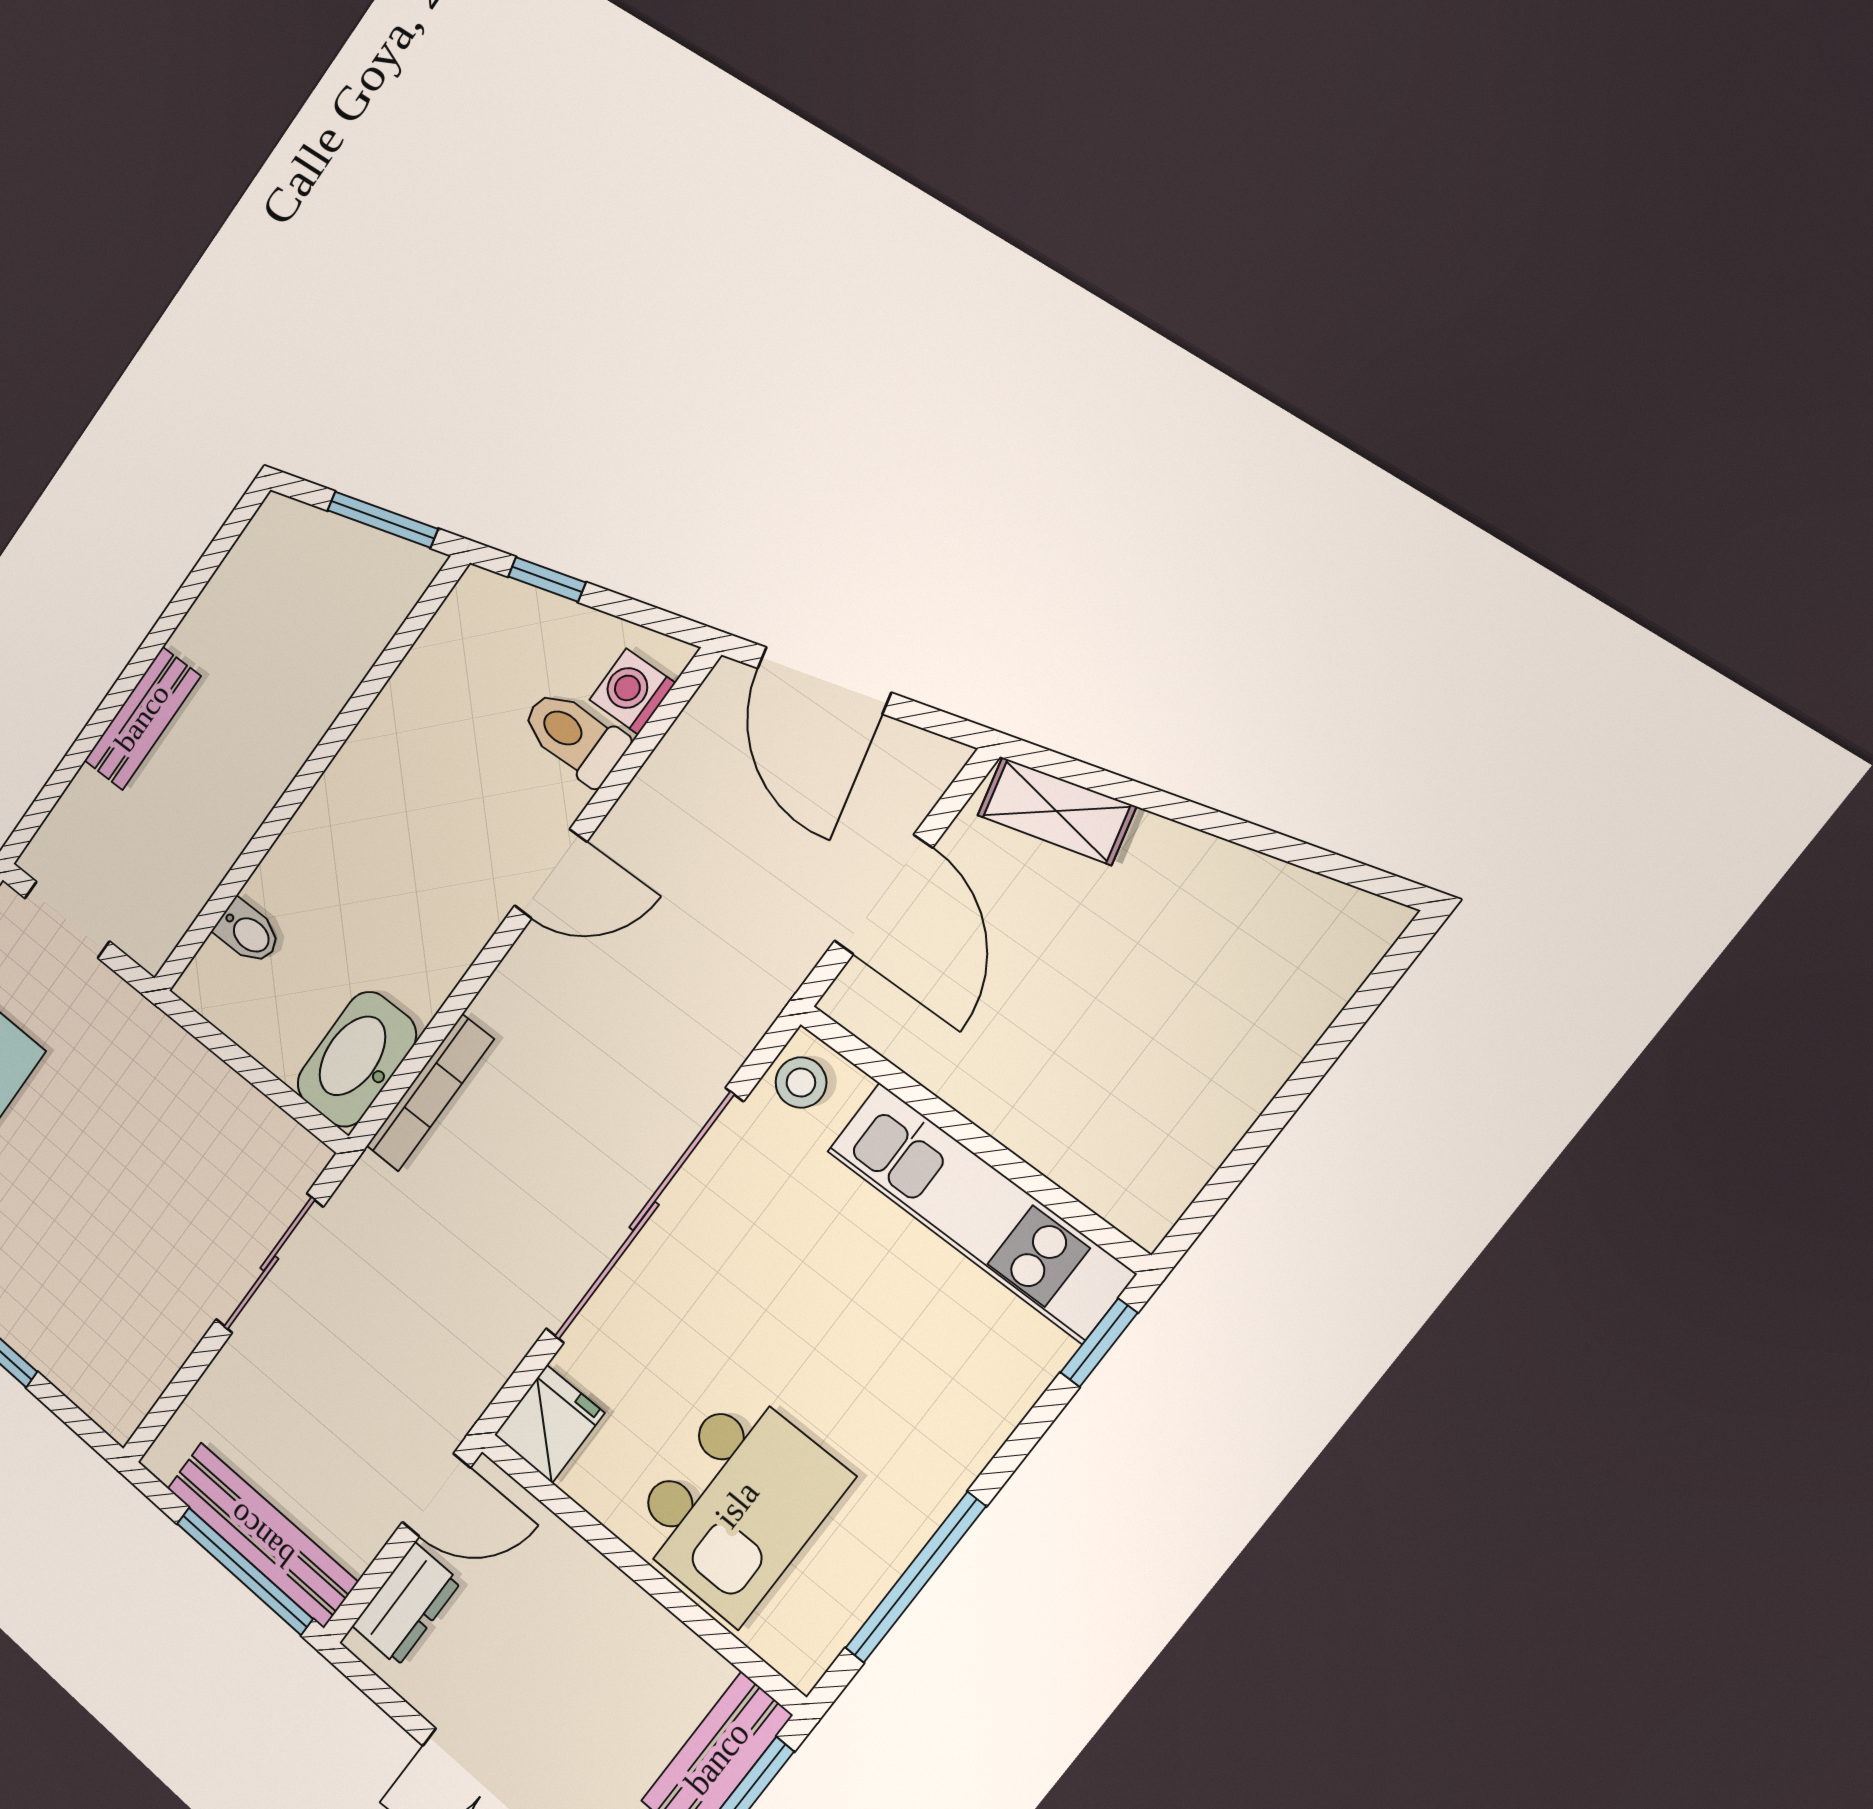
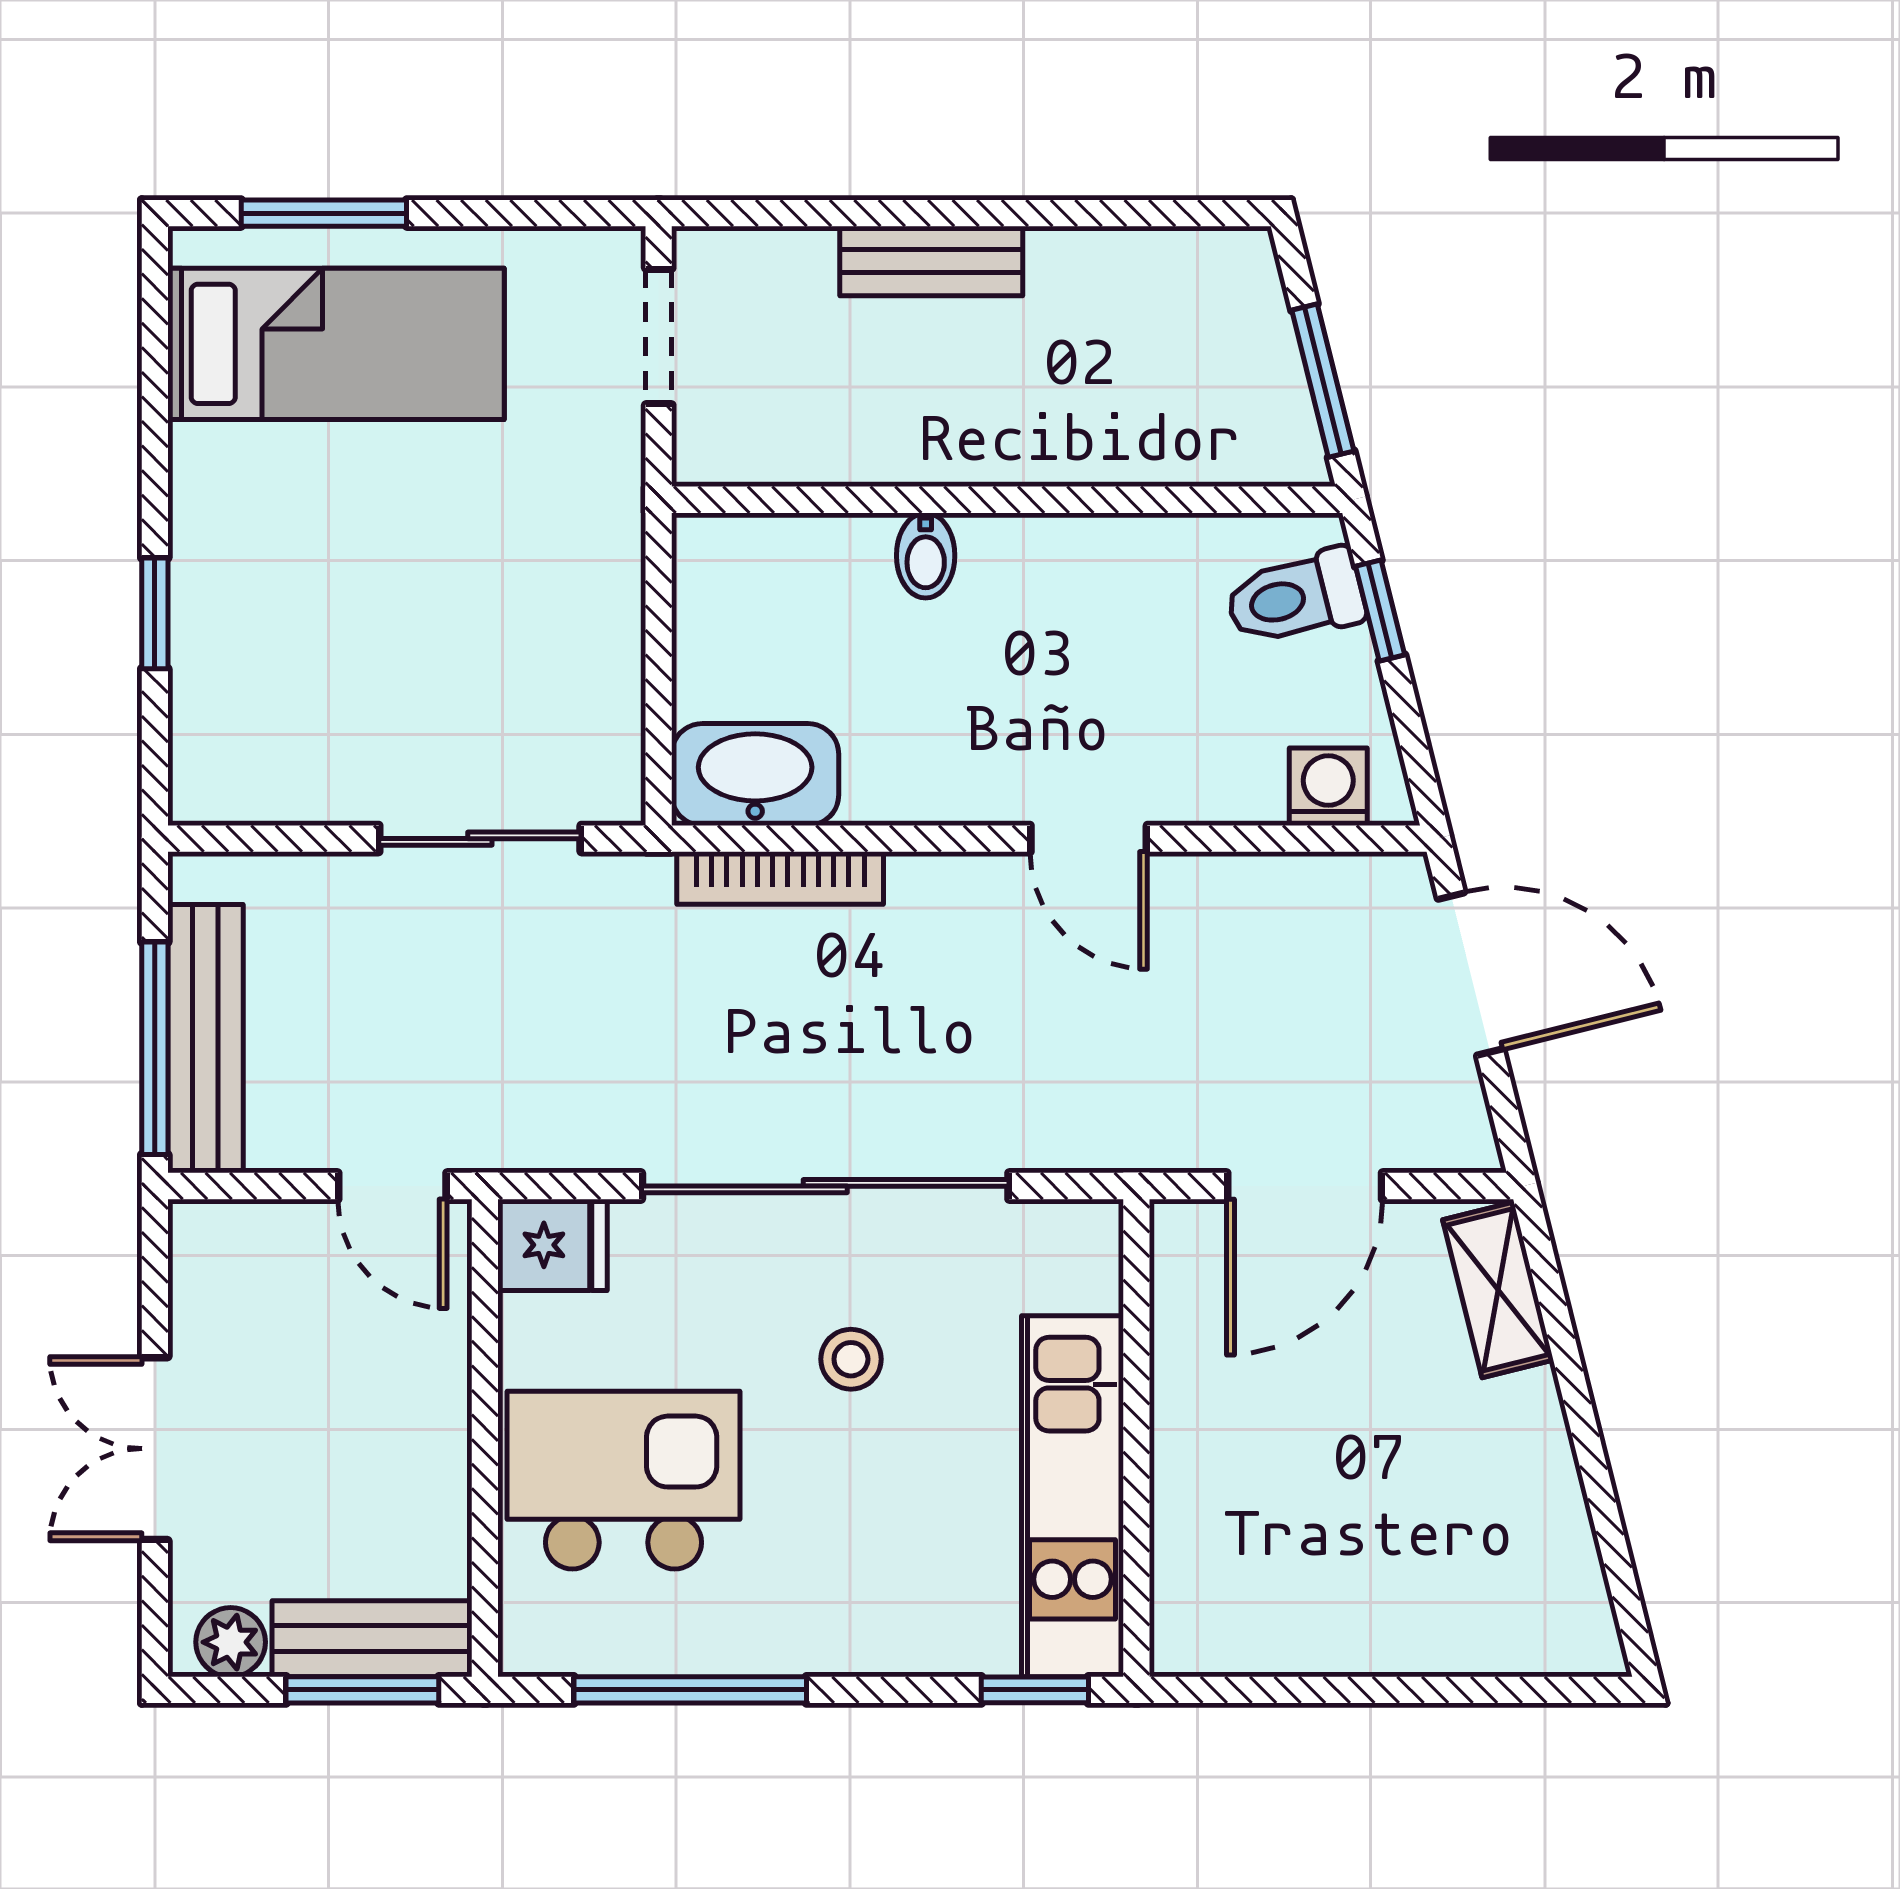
door: (824, 680) -> (1471, 974), swing flipped
toilet: (574, 736) -> (1295, 598), moved, turned -104
bidet: (248, 932) -> (926, 556), moved
stool: (801, 1082) -> (851, 1359), moved
kitchen island: (737, 1504) -> (623, 1480), turned 180
dresser: (406, 1604) -> (262, 1237), removed

